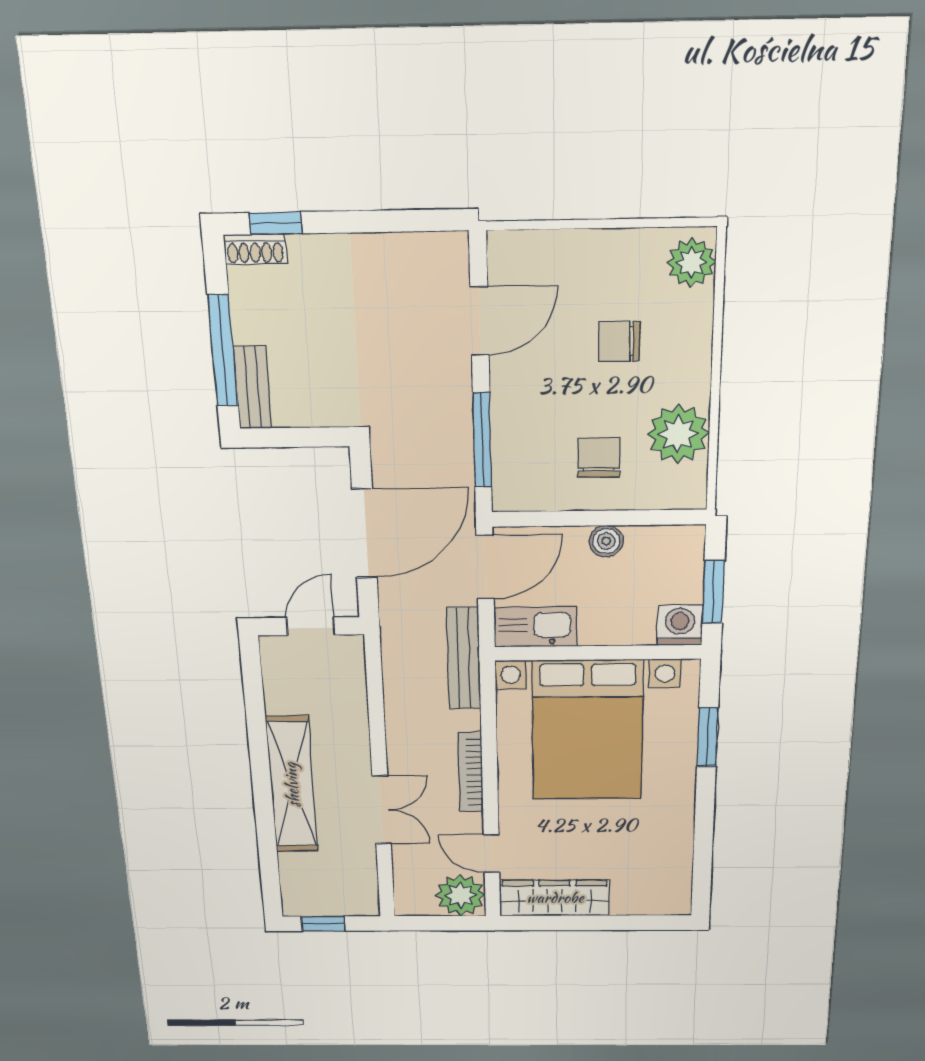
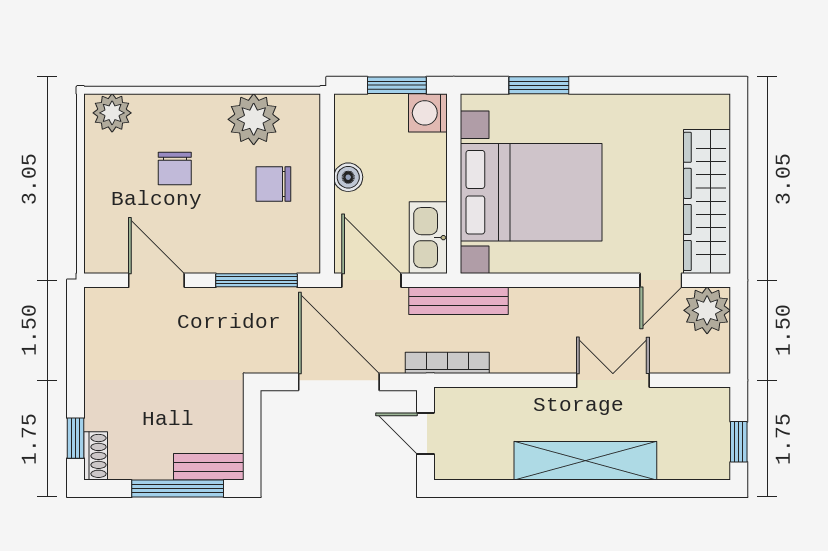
bookcase: (471, 772) -> (447, 363), moved, turned 180
wardrobe: (555, 898) -> (707, 201), width x1.40, depth x1.17

